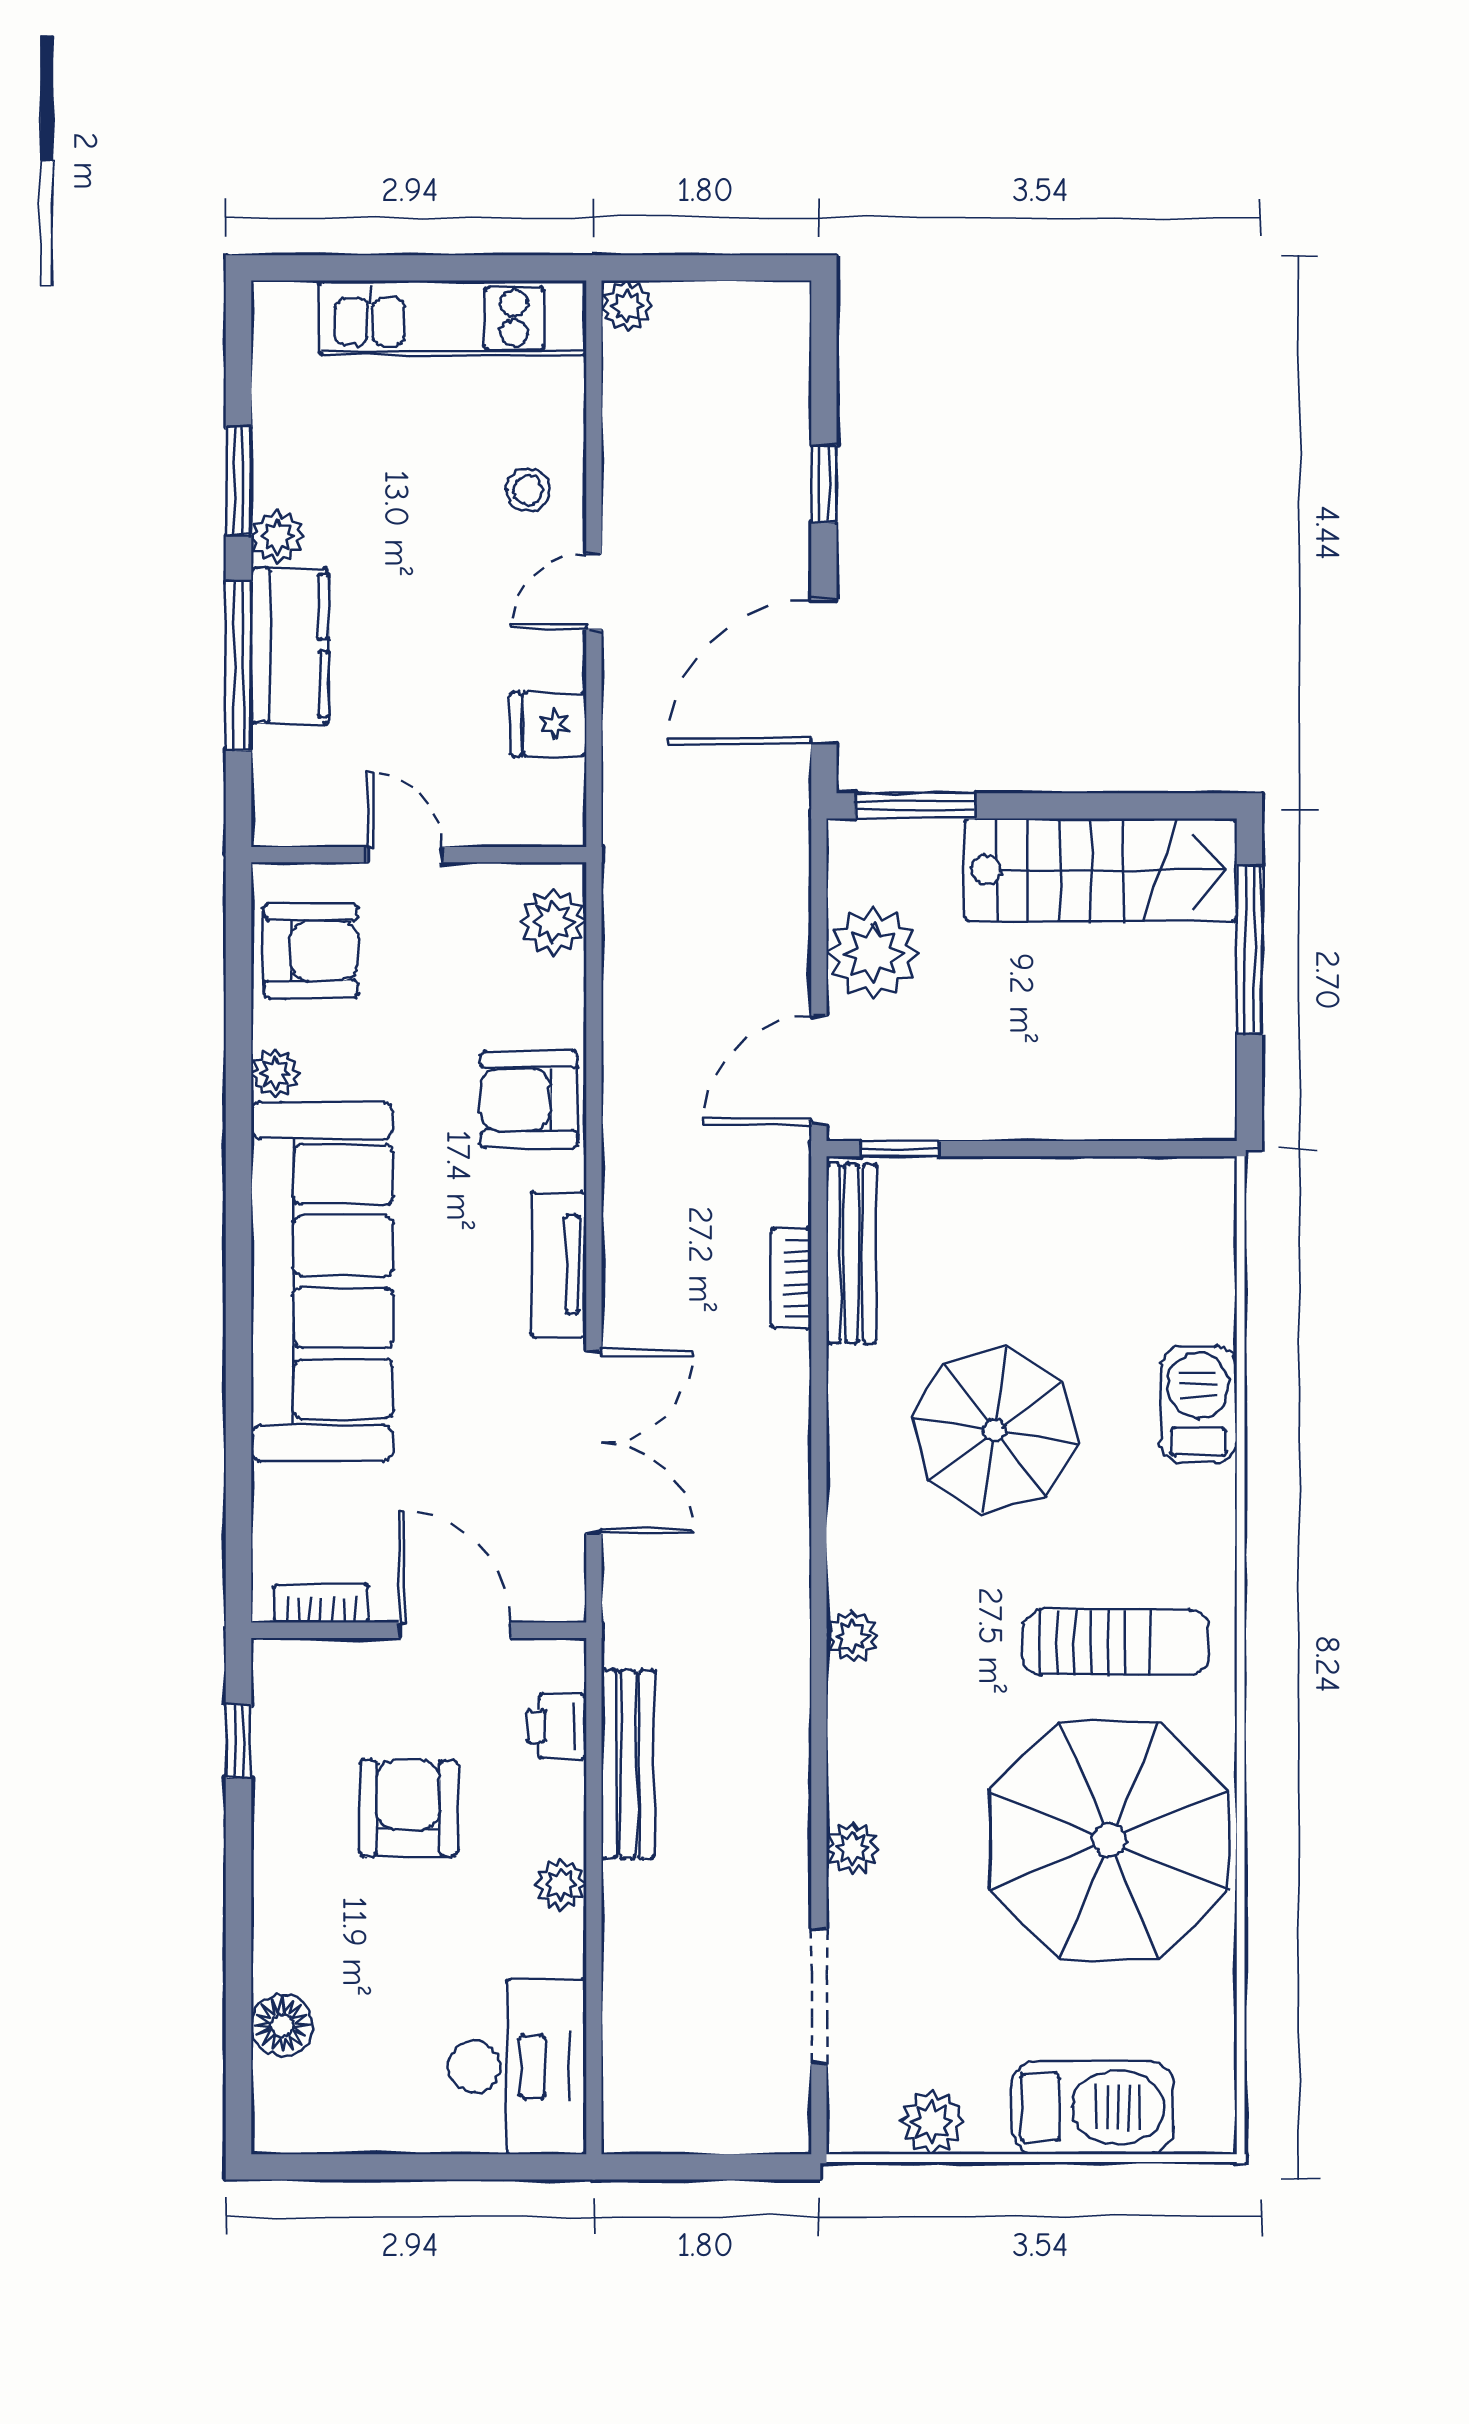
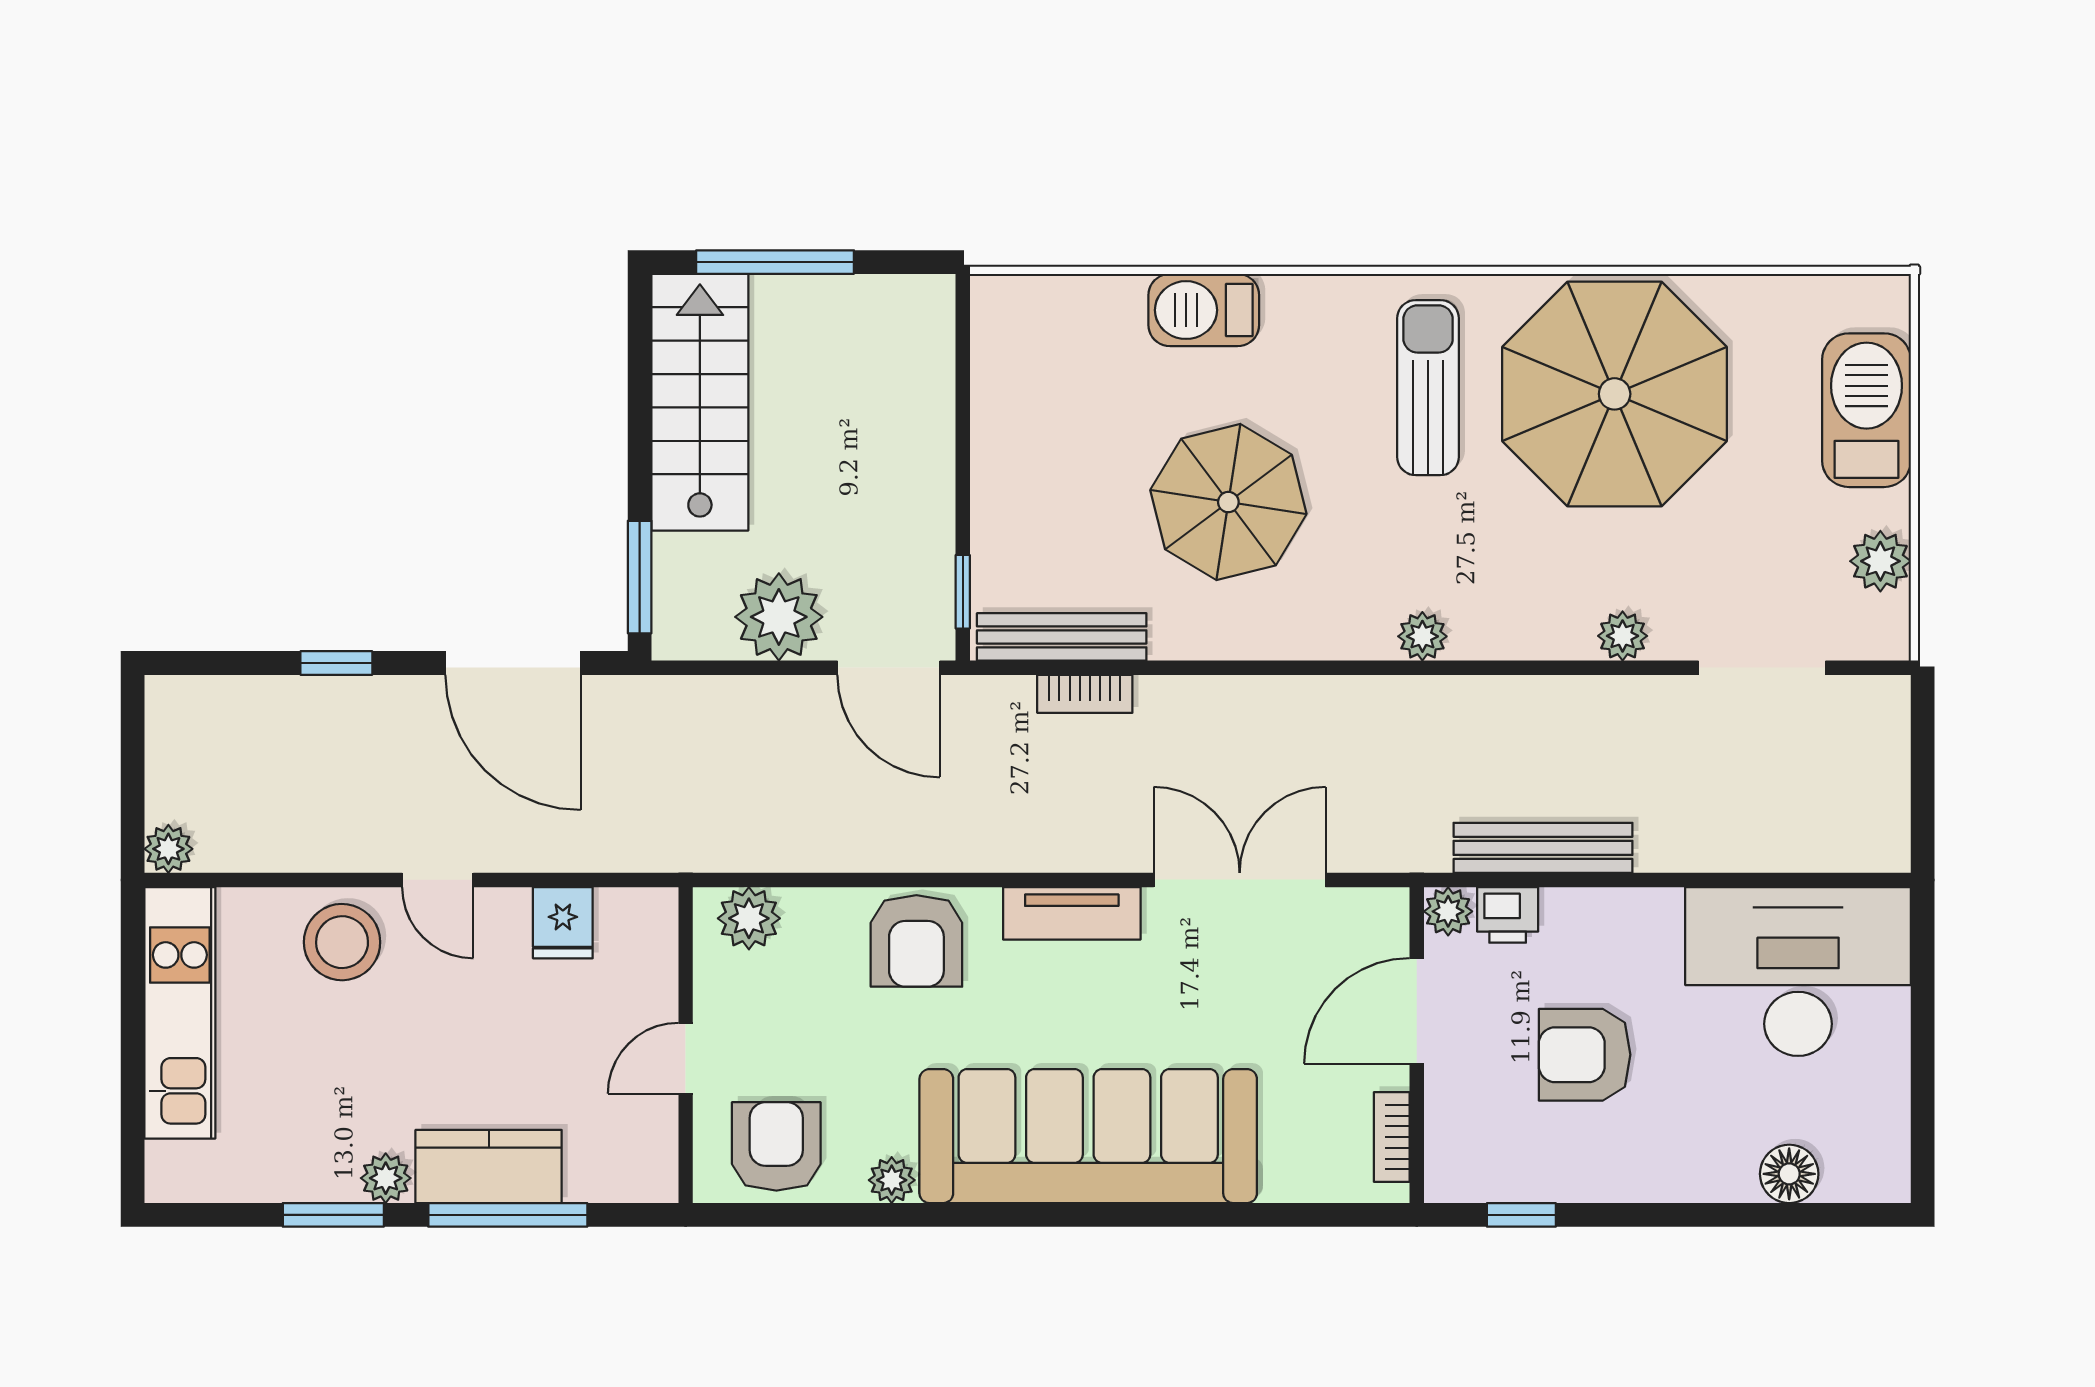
stool: (528, 490) -> (342, 942), width x1.89, depth x1.89
plant: (561, 1884) -> (1448, 911), moved
desk: (517, 2067) -> (1798, 972), width x1.36, depth x1.30

